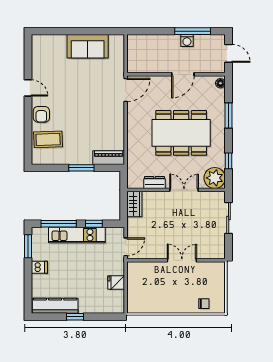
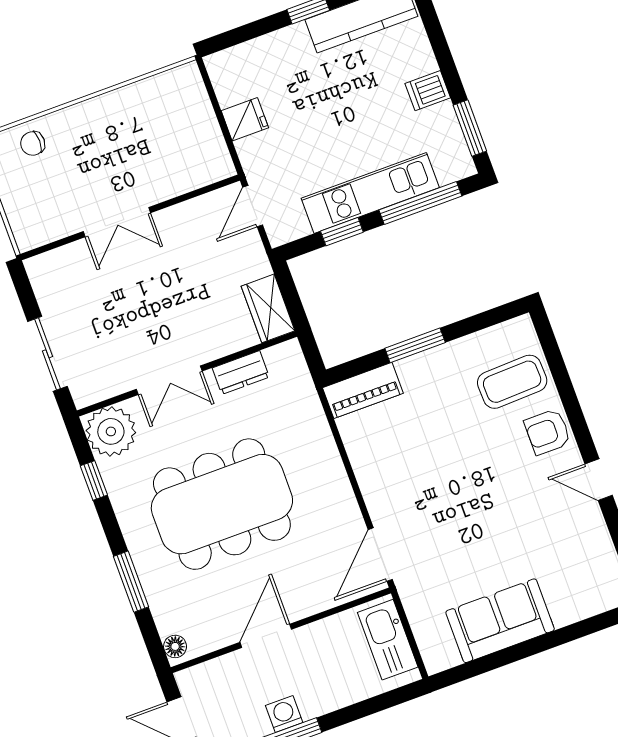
kitchen sink: (135, 55) -> (388, 640), added
armchair: (41, 114) -> (548, 432), turned -90

